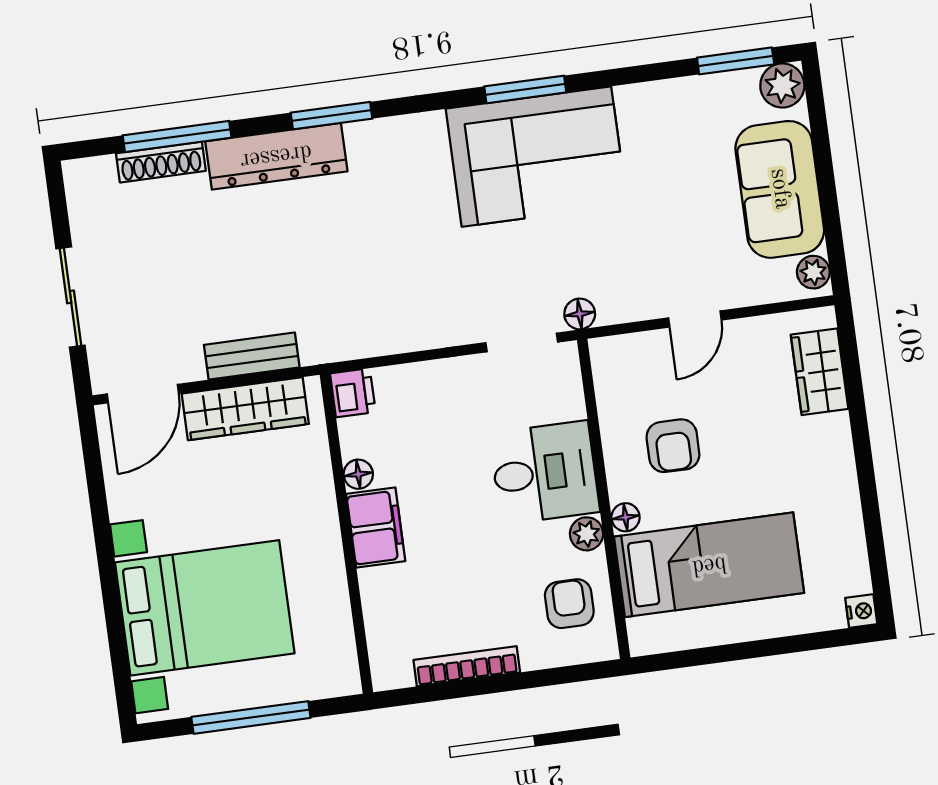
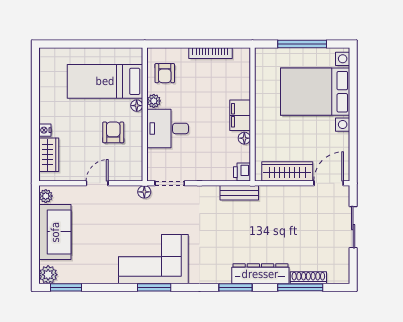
bench: (252, 356) -> (239, 193), moved
nightstand: (861, 611) -> (45, 130), moved

